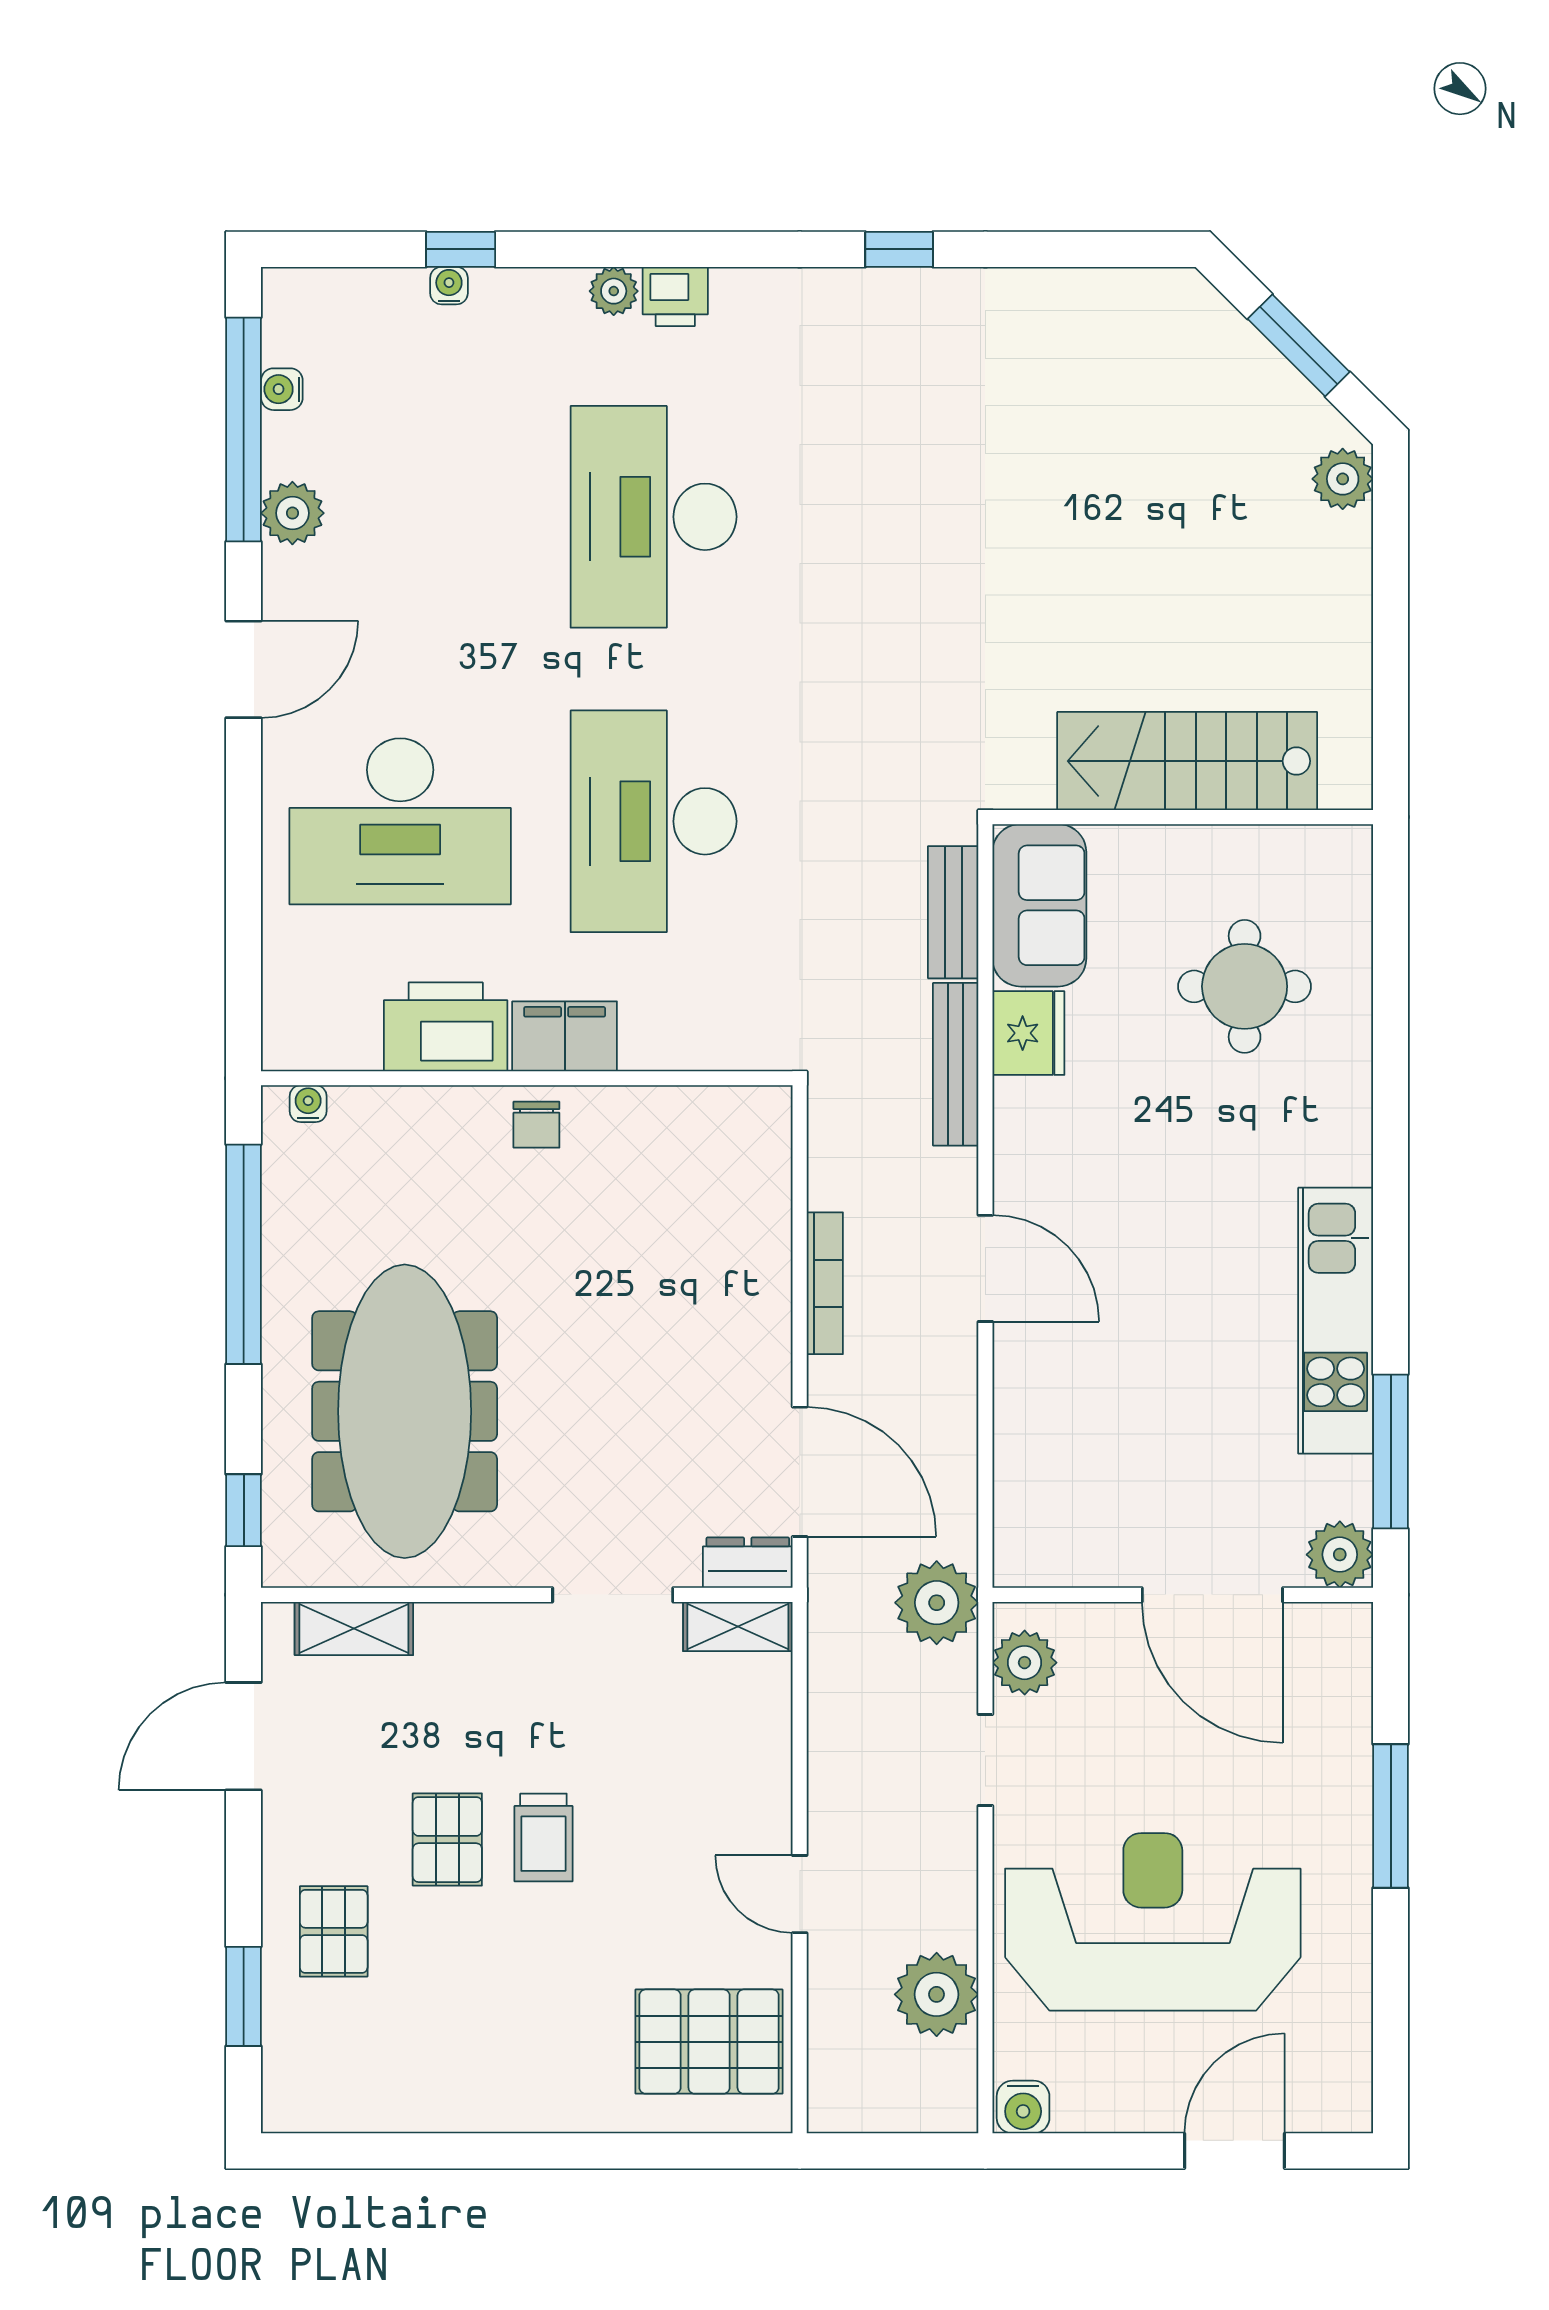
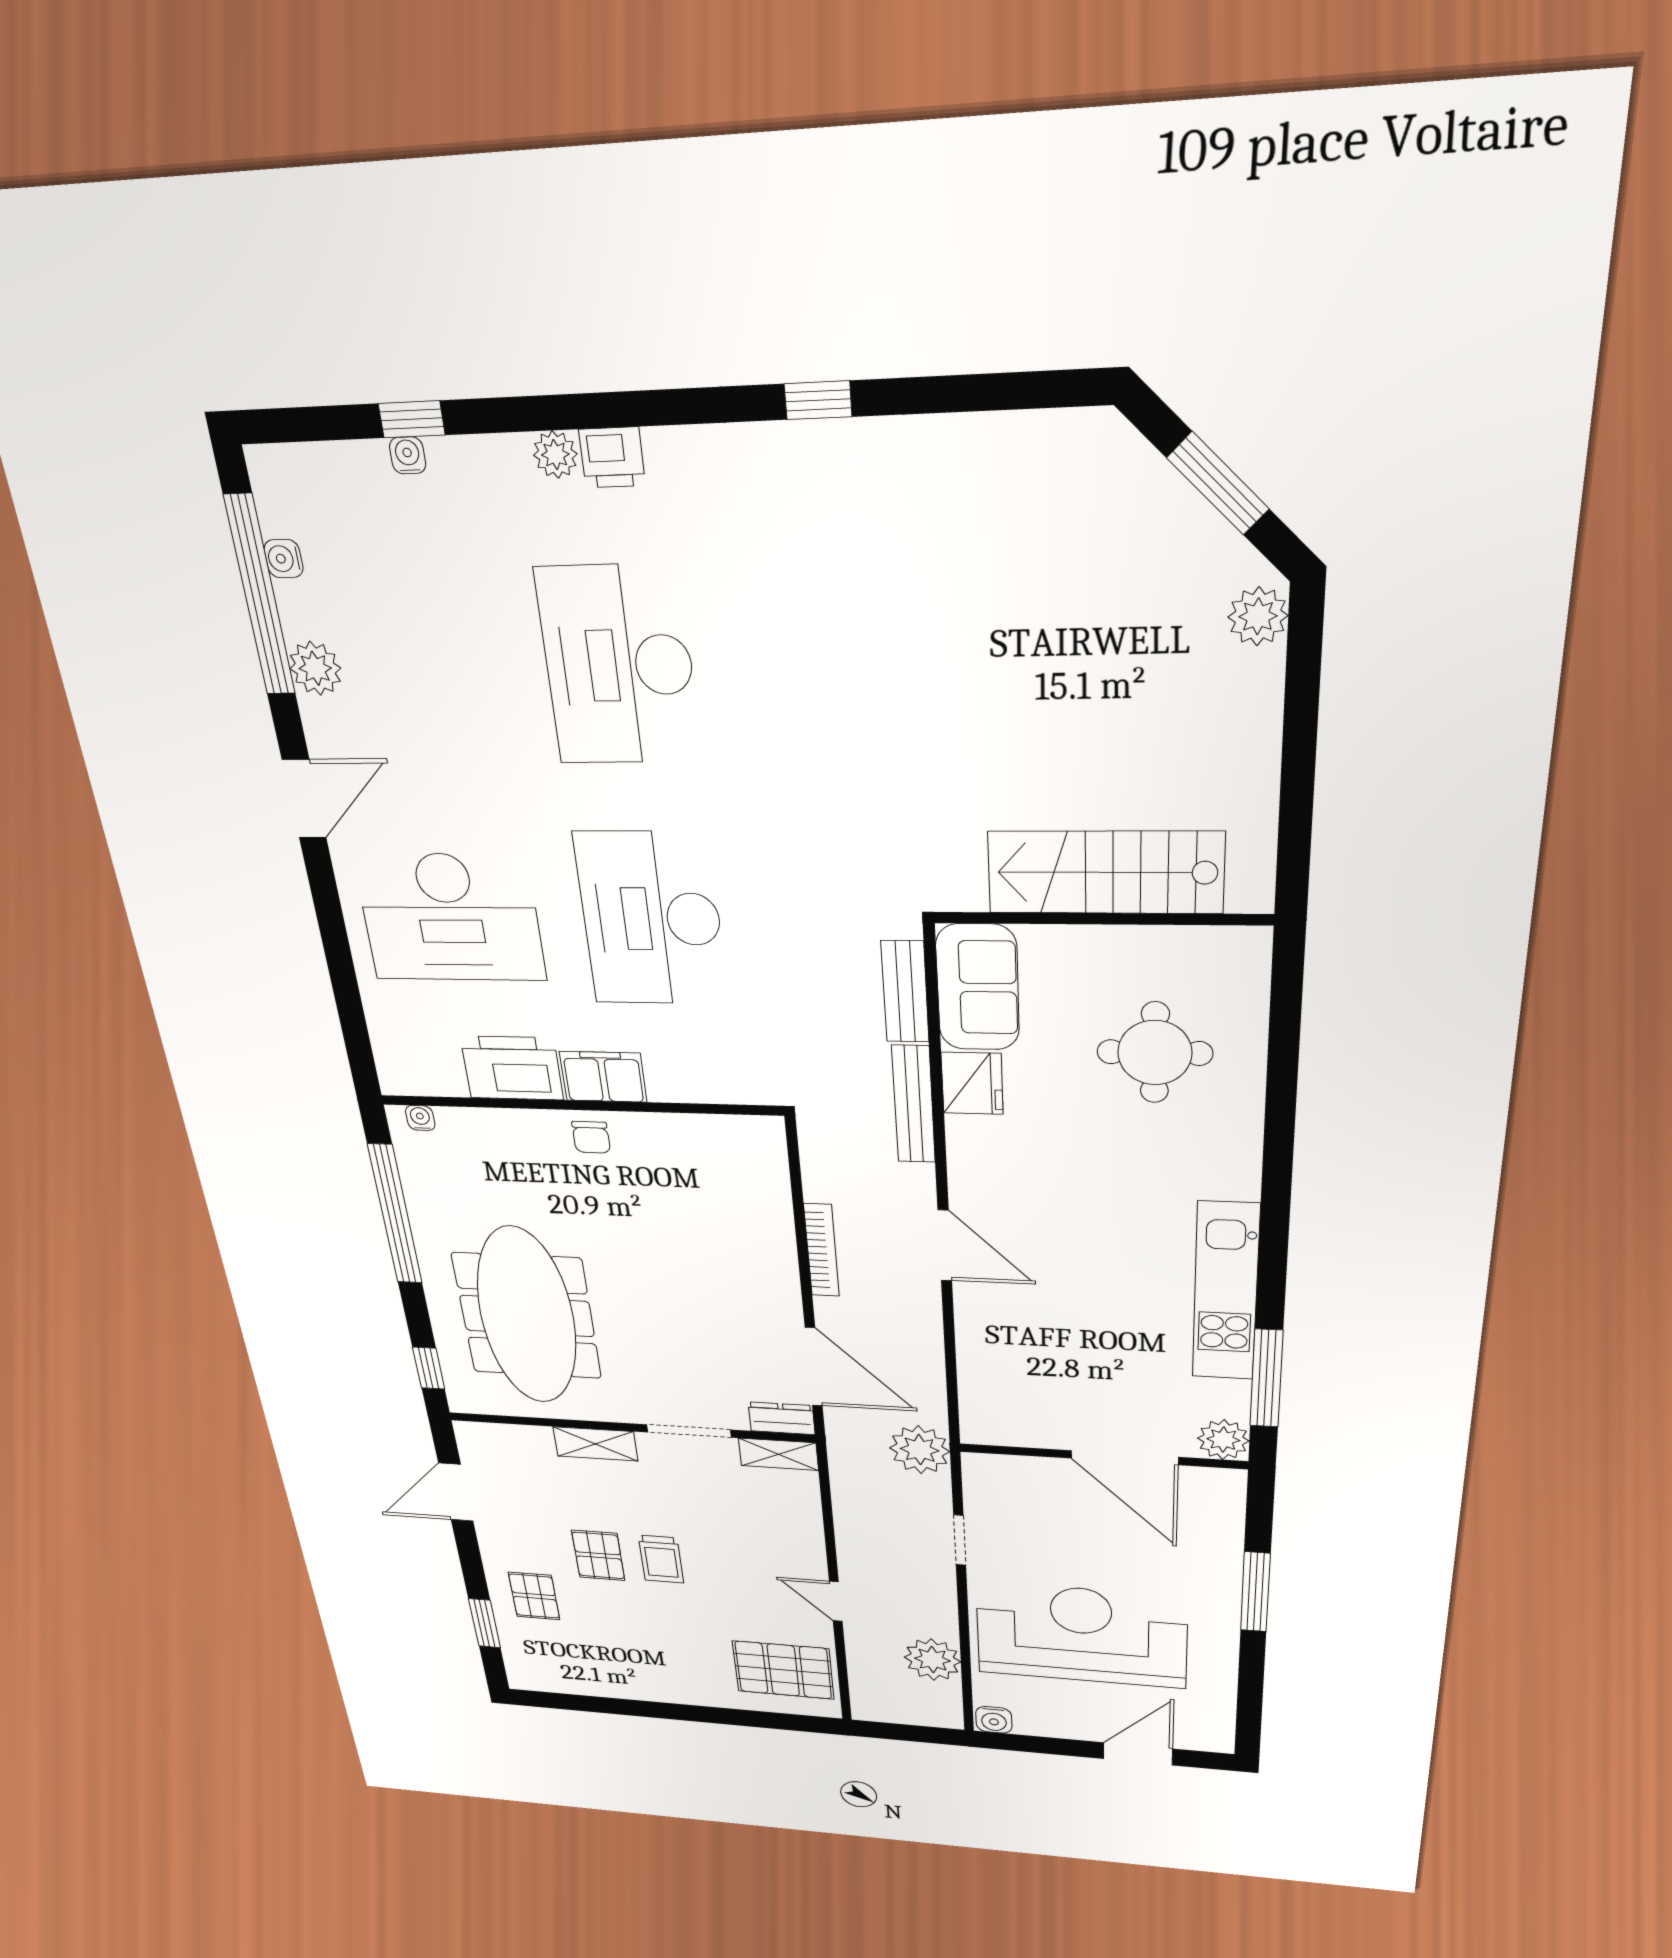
shelving: (354, 1628) -> (595, 1444), moved
plant: (1025, 1663) -> (985, 1488), removed

